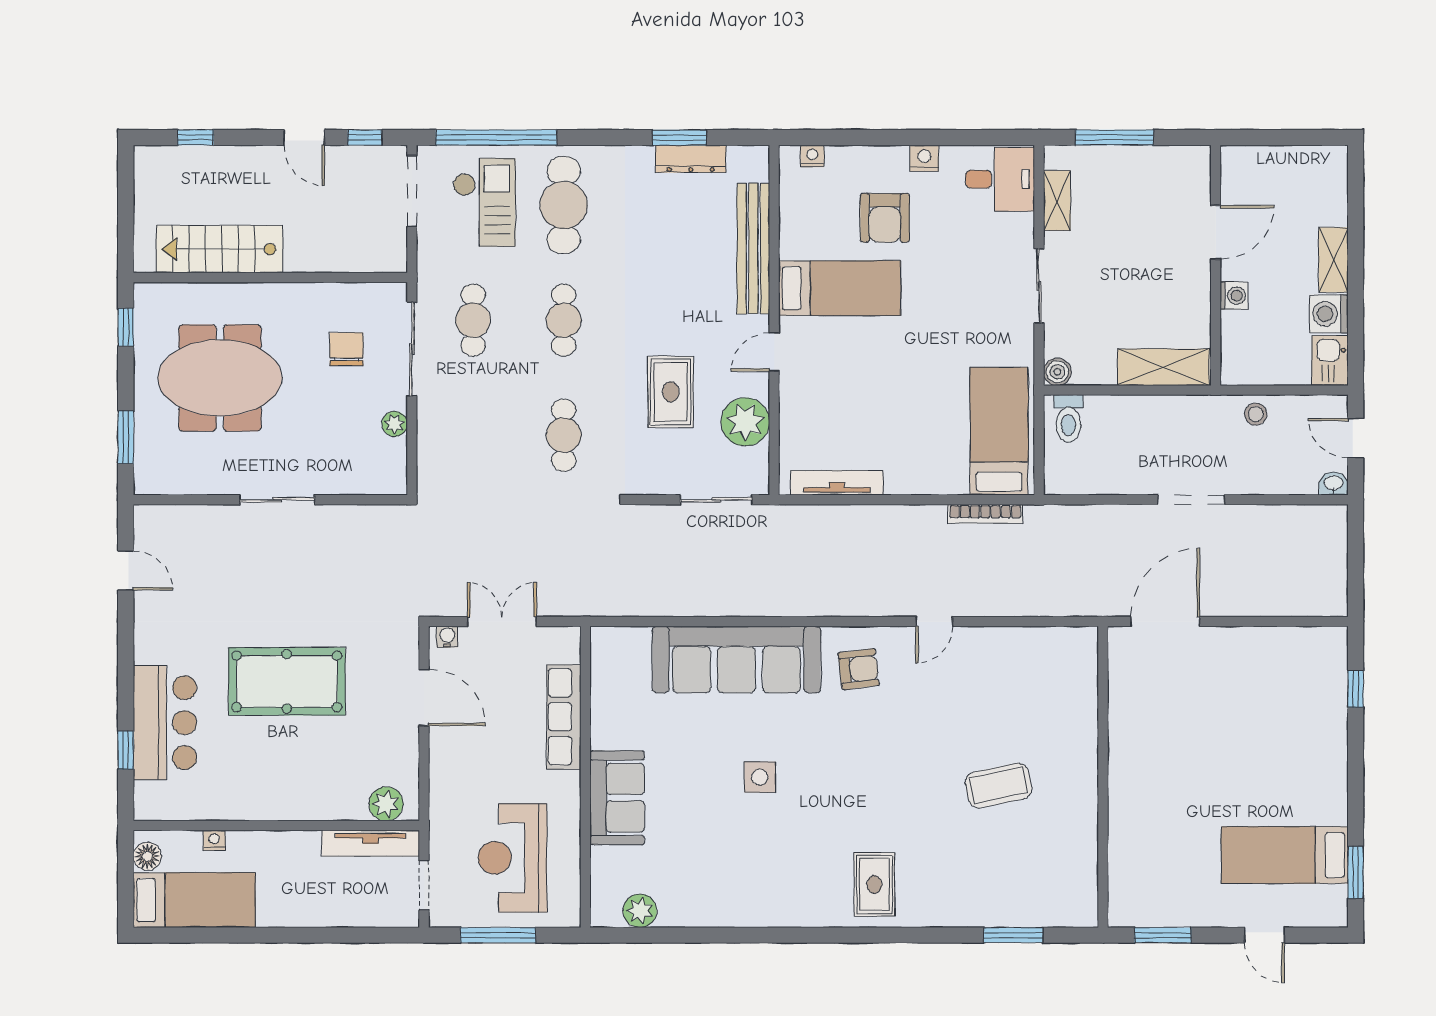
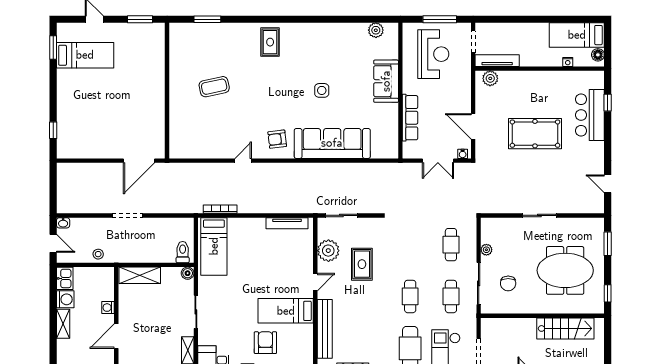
cafe table: (564, 435) -> (451, 245), moved

